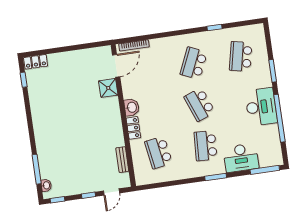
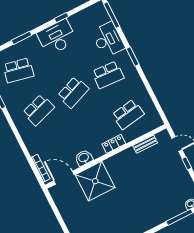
school desk: (194, 63) -> (38, 110), turned -42
shower: (108, 88) -> (95, 181), width x1.86, depth x1.86
washbasin: (132, 107) -> (84, 158), moved
window: (279, 118) -> (61, 17), width x0.32

